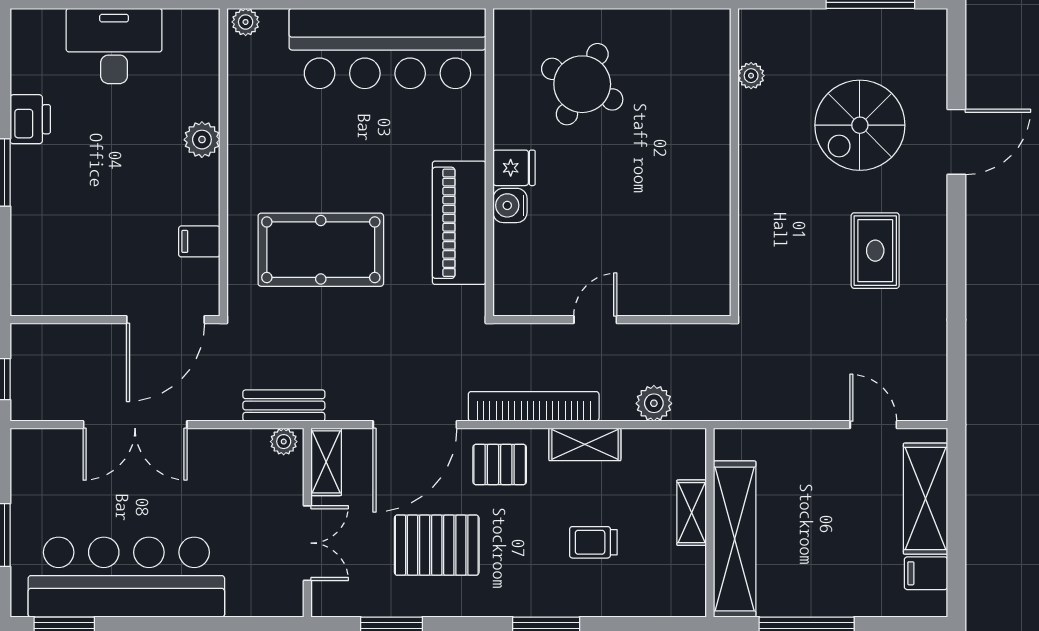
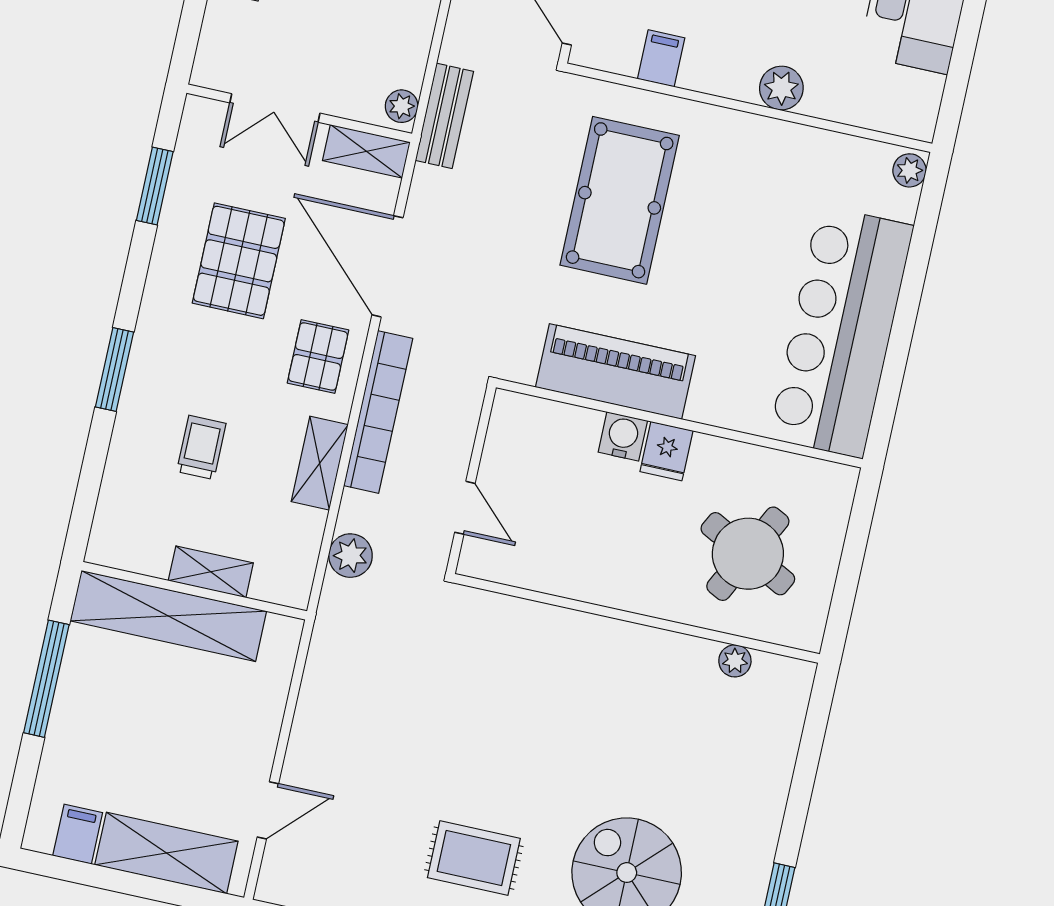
plant: (751, 76) -> (735, 661), moved
wall: (734, 162) -> (636, 618), moved

